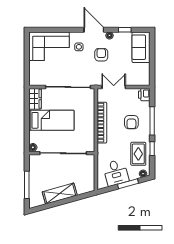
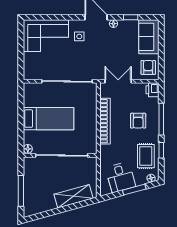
armchair: (101, 55) -> (148, 67), moved
wardrobe: (35, 99) -> (30, 95), removed
shelving: (60, 194) -> (73, 196), moved

